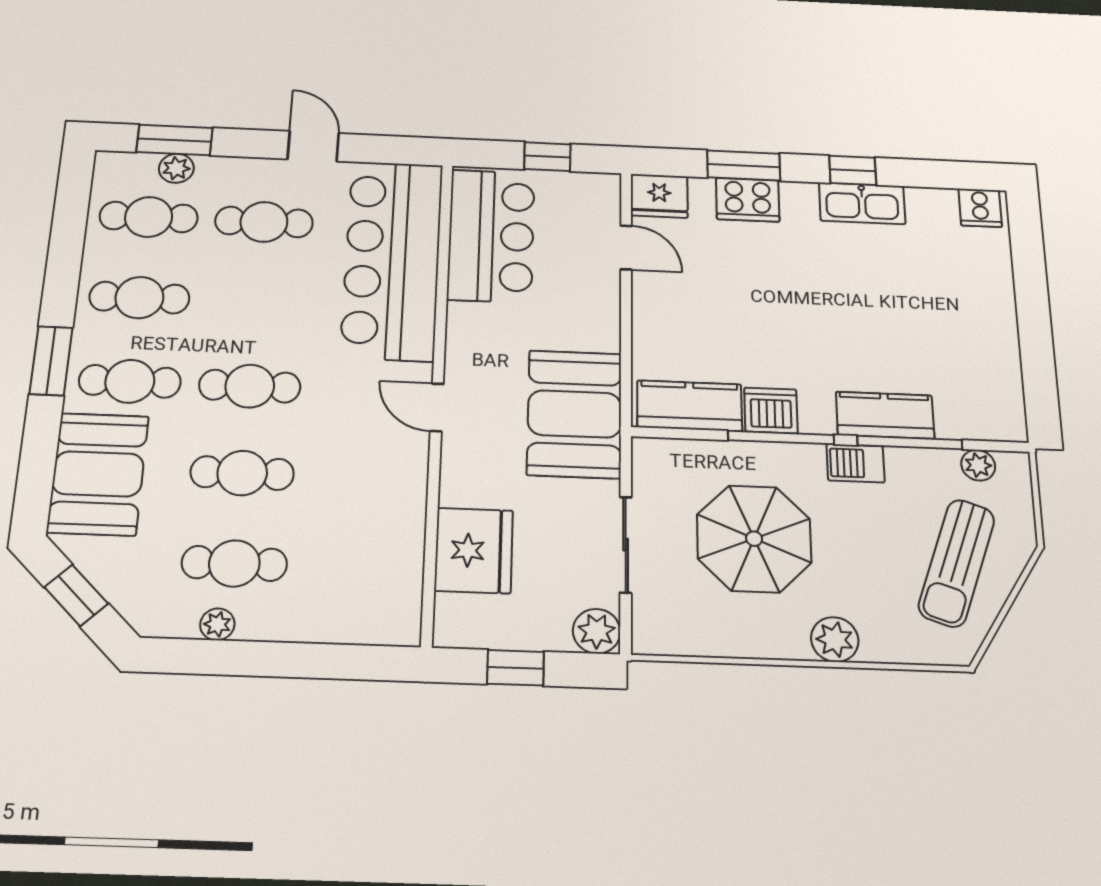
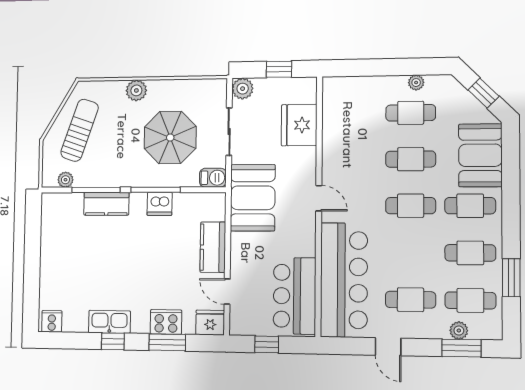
window: (51, 361) -> (511, 278), moved
kitchen counter: (689, 406) -> (213, 247), moved, turned 90
barbecue: (856, 463) -> (213, 178), moved

